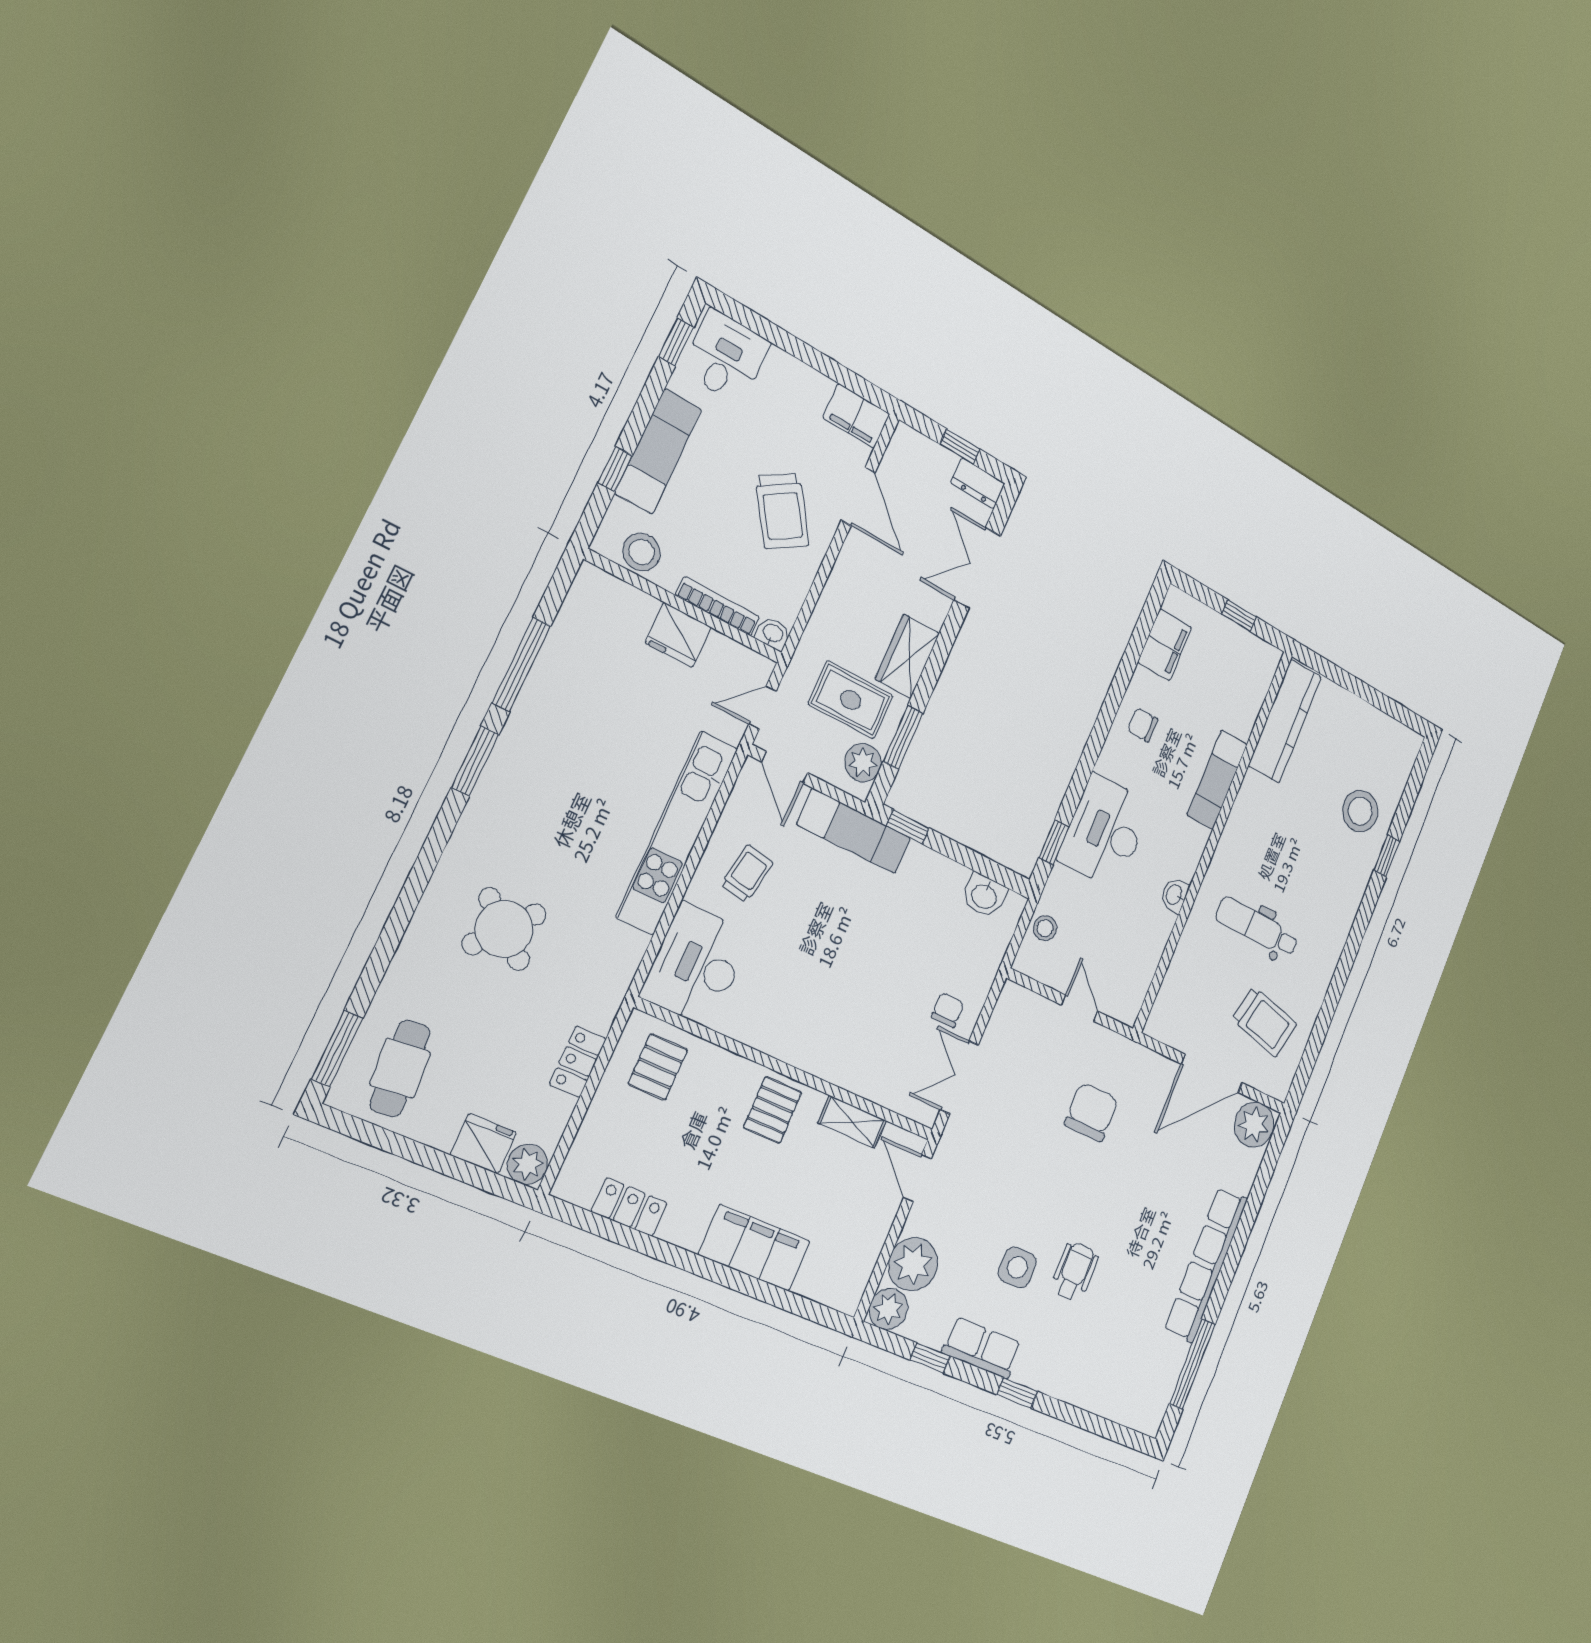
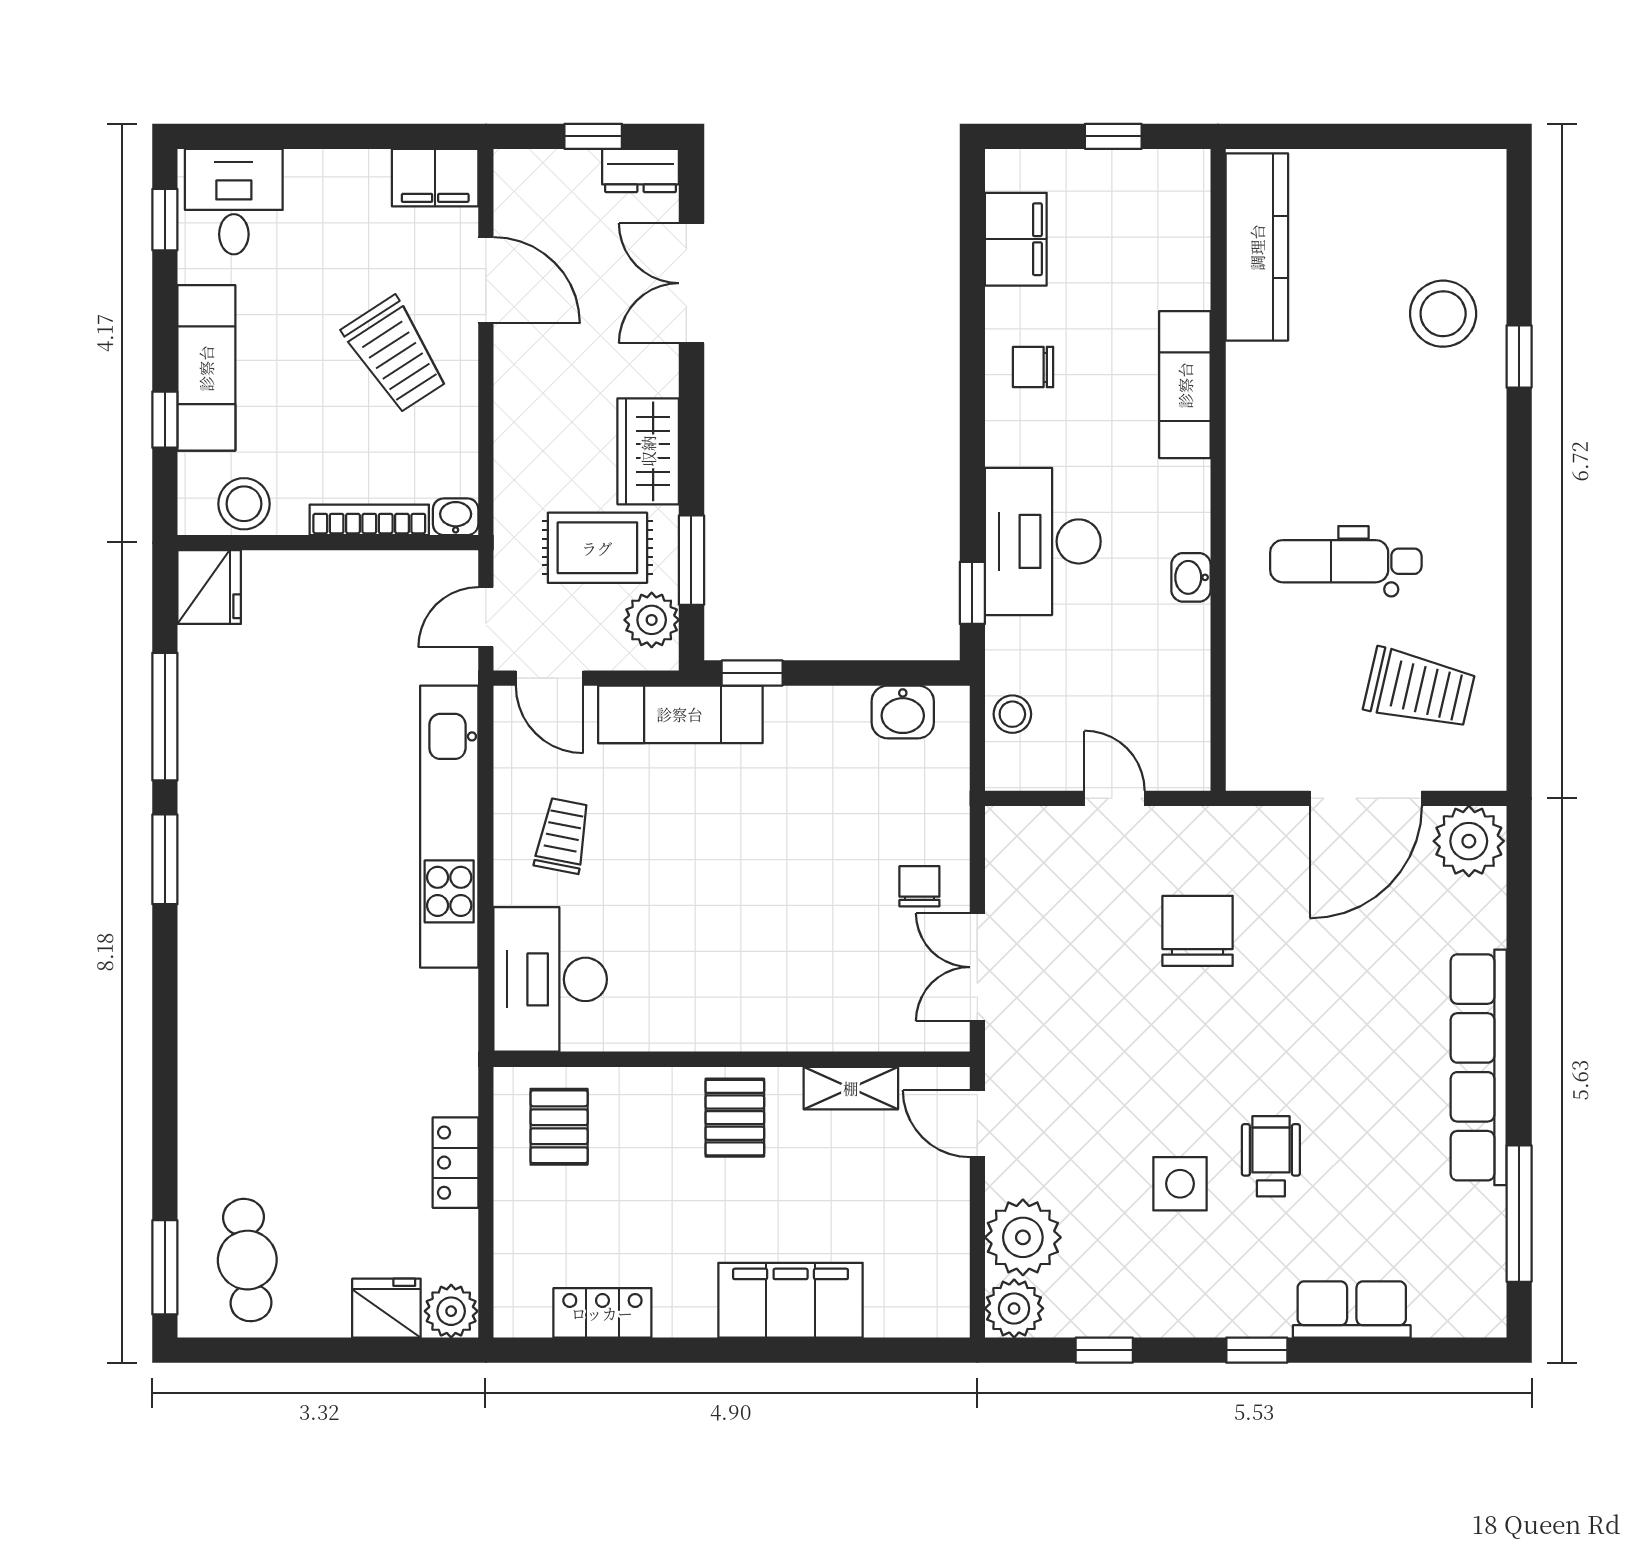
fridge: (678, 635) -> (209, 587), moved, turned -90
round table: (504, 929) -> (292, 1043), removed
row of seats: (982, 1348) -> (1352, 1309), moved

